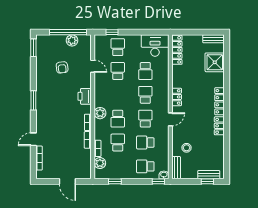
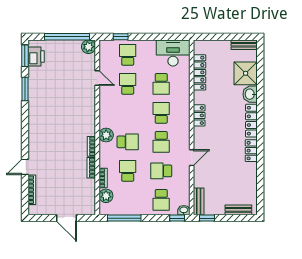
plant: (72, 40) -> (88, 47), moved
locker: (177, 50) -> (200, 72), moved
armchair: (62, 67) -> (60, 80), removed
washbasin: (218, 79) -> (250, 94), added
printer: (85, 96) -> (36, 57), moved, turned 180
window: (33, 100) -> (25, 89), moved
school desk: (118, 119) -> (128, 142), turned -90
school desk: (145, 119) -> (161, 142), turned 180
door: (170, 119) -> (192, 158), moved
stool: (187, 148) -> (211, 177), removed
school desk: (145, 166) -> (161, 200), turned -90
window: (115, 181) -> (124, 218), width x2.17
window: (207, 181) -> (207, 218), moved

